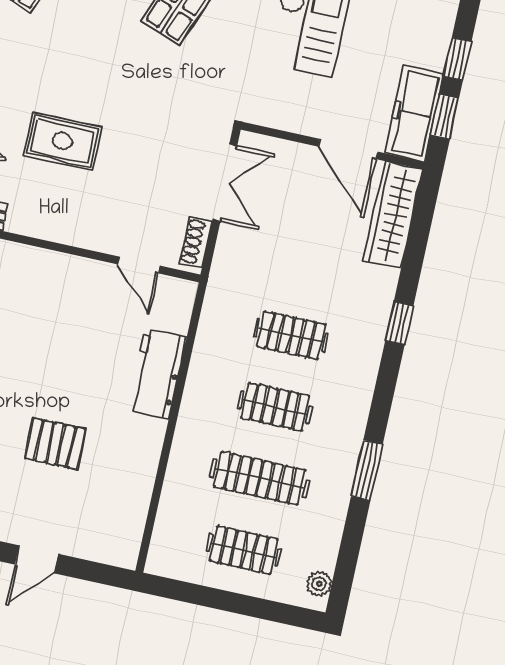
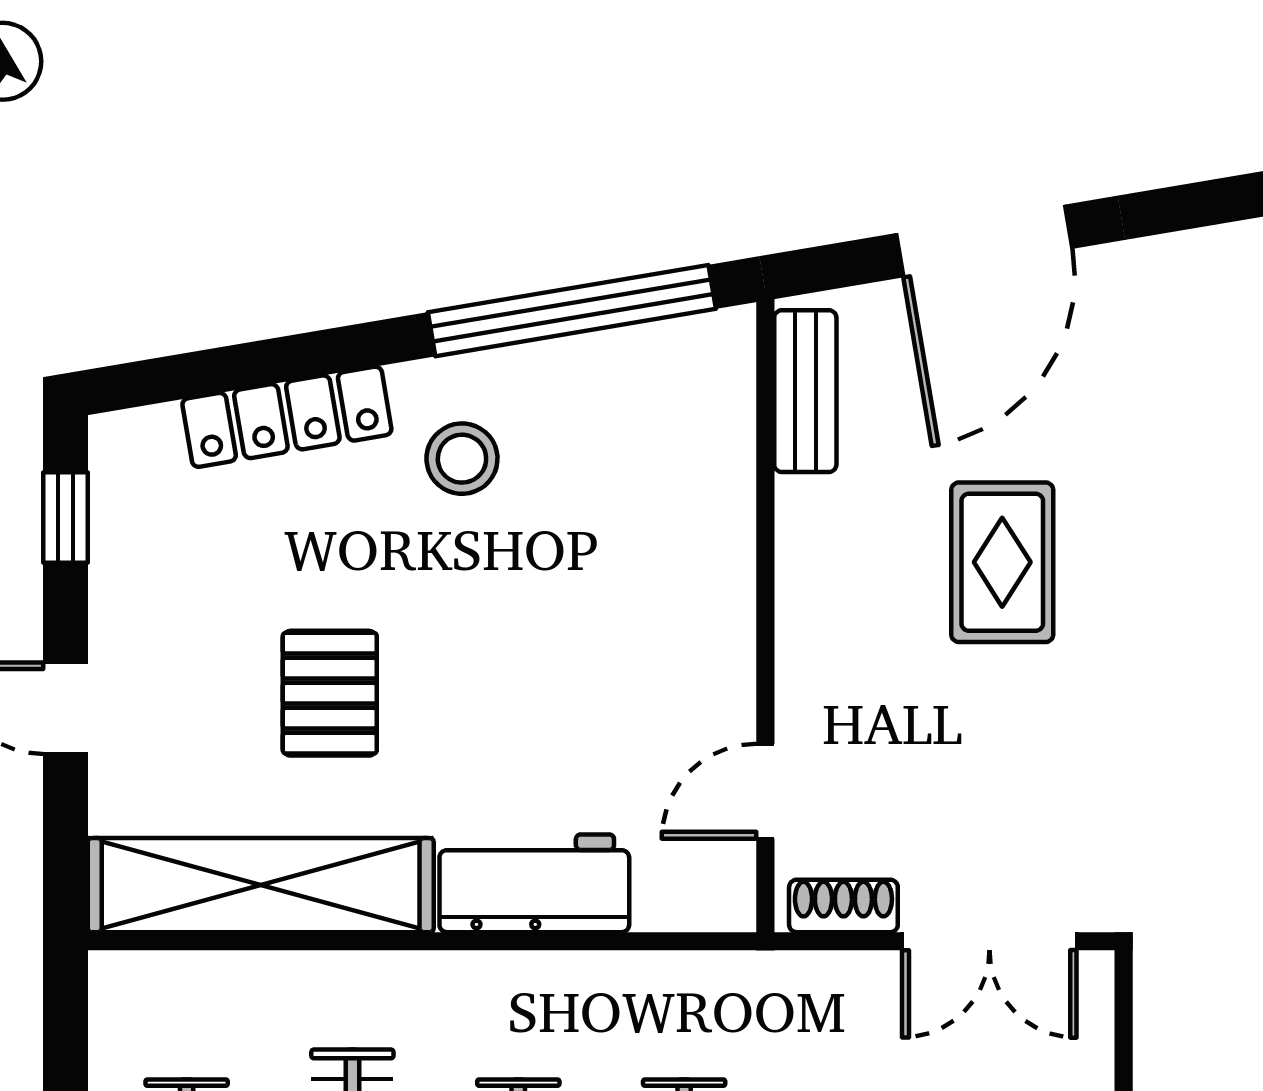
shelving: (132, 492) -> (261, 885), added

